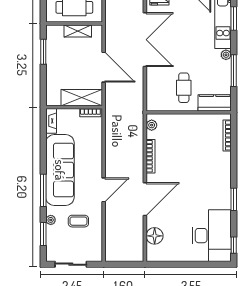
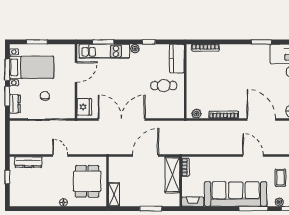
shelving: (78, 31) -> (114, 194), moved
window: (43, 52) -> (151, 209), moved
window: (234, 71) -> (149, 42), width x0.46

